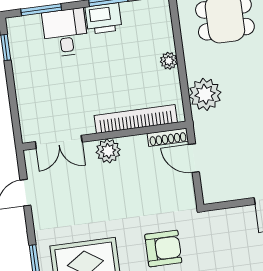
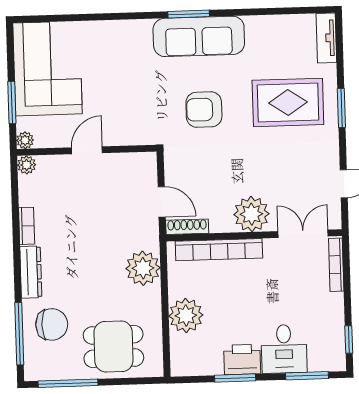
plant: (169, 61) -> (186, 315), width x1.87, depth x1.87
bookcase: (25, 116) -> (336, 265), added
plant: (108, 151) -> (251, 214), width x1.36, depth x1.36

